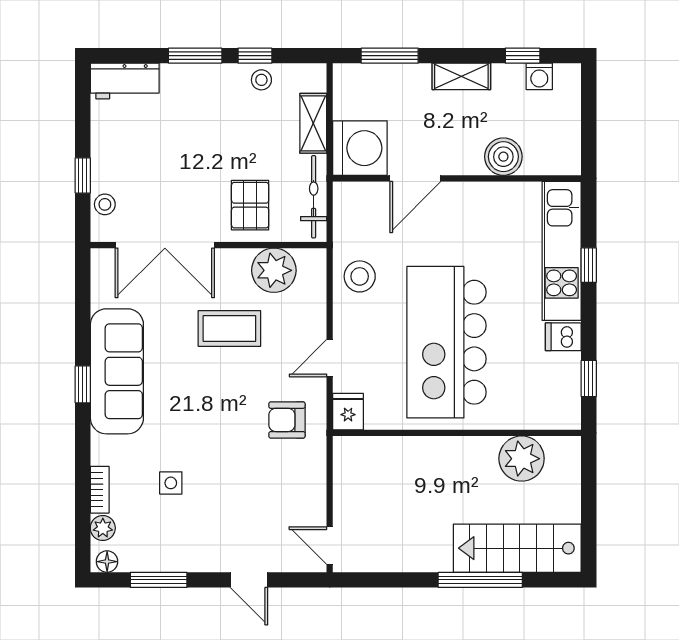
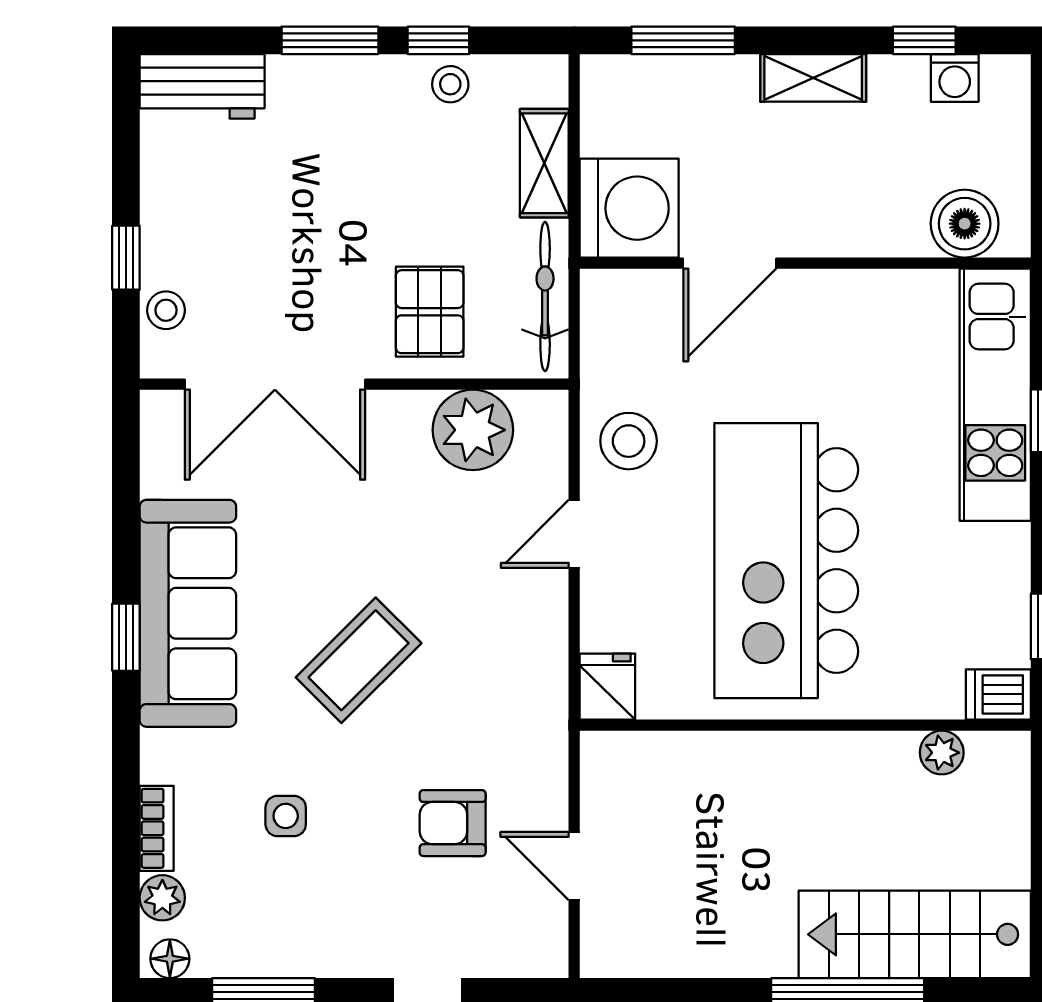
boiler: (503, 157) -> (965, 224), moved
coffee table: (229, 328) -> (359, 660), moved, turned -45
dishwasher: (563, 337) -> (998, 694), moved
door: (330, 358) -> (574, 534), moved
armchair: (287, 420) -> (453, 823), moved
plant: (522, 459) -> (942, 753), width x0.53, depth x0.53
door: (330, 546) -> (574, 866), moved

